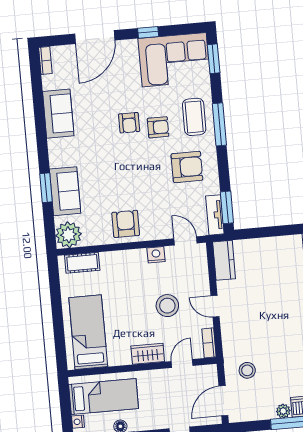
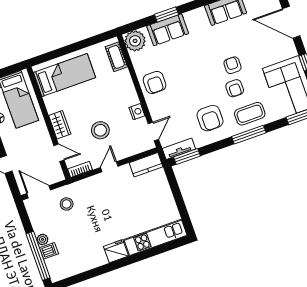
armchair: (129, 123) -> (233, 65), turned 90
armchair: (126, 224) -> (155, 82), turned 90

